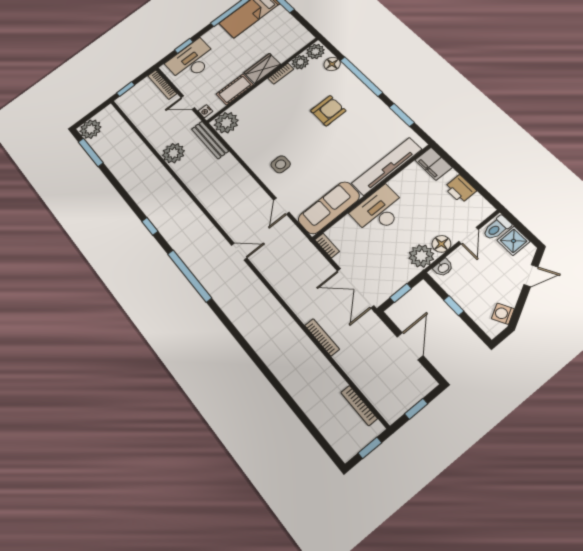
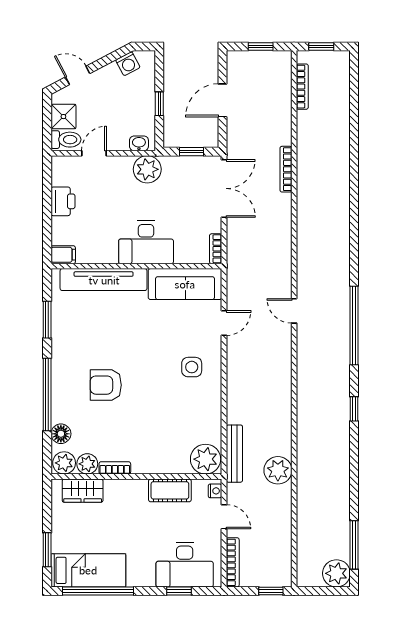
wardrobe: (262, 68) -> (83, 491), moved
filing cabinet: (433, 164) -> (63, 255), width x0.50
floor lamp: (441, 244) -> (122, 165), removed

